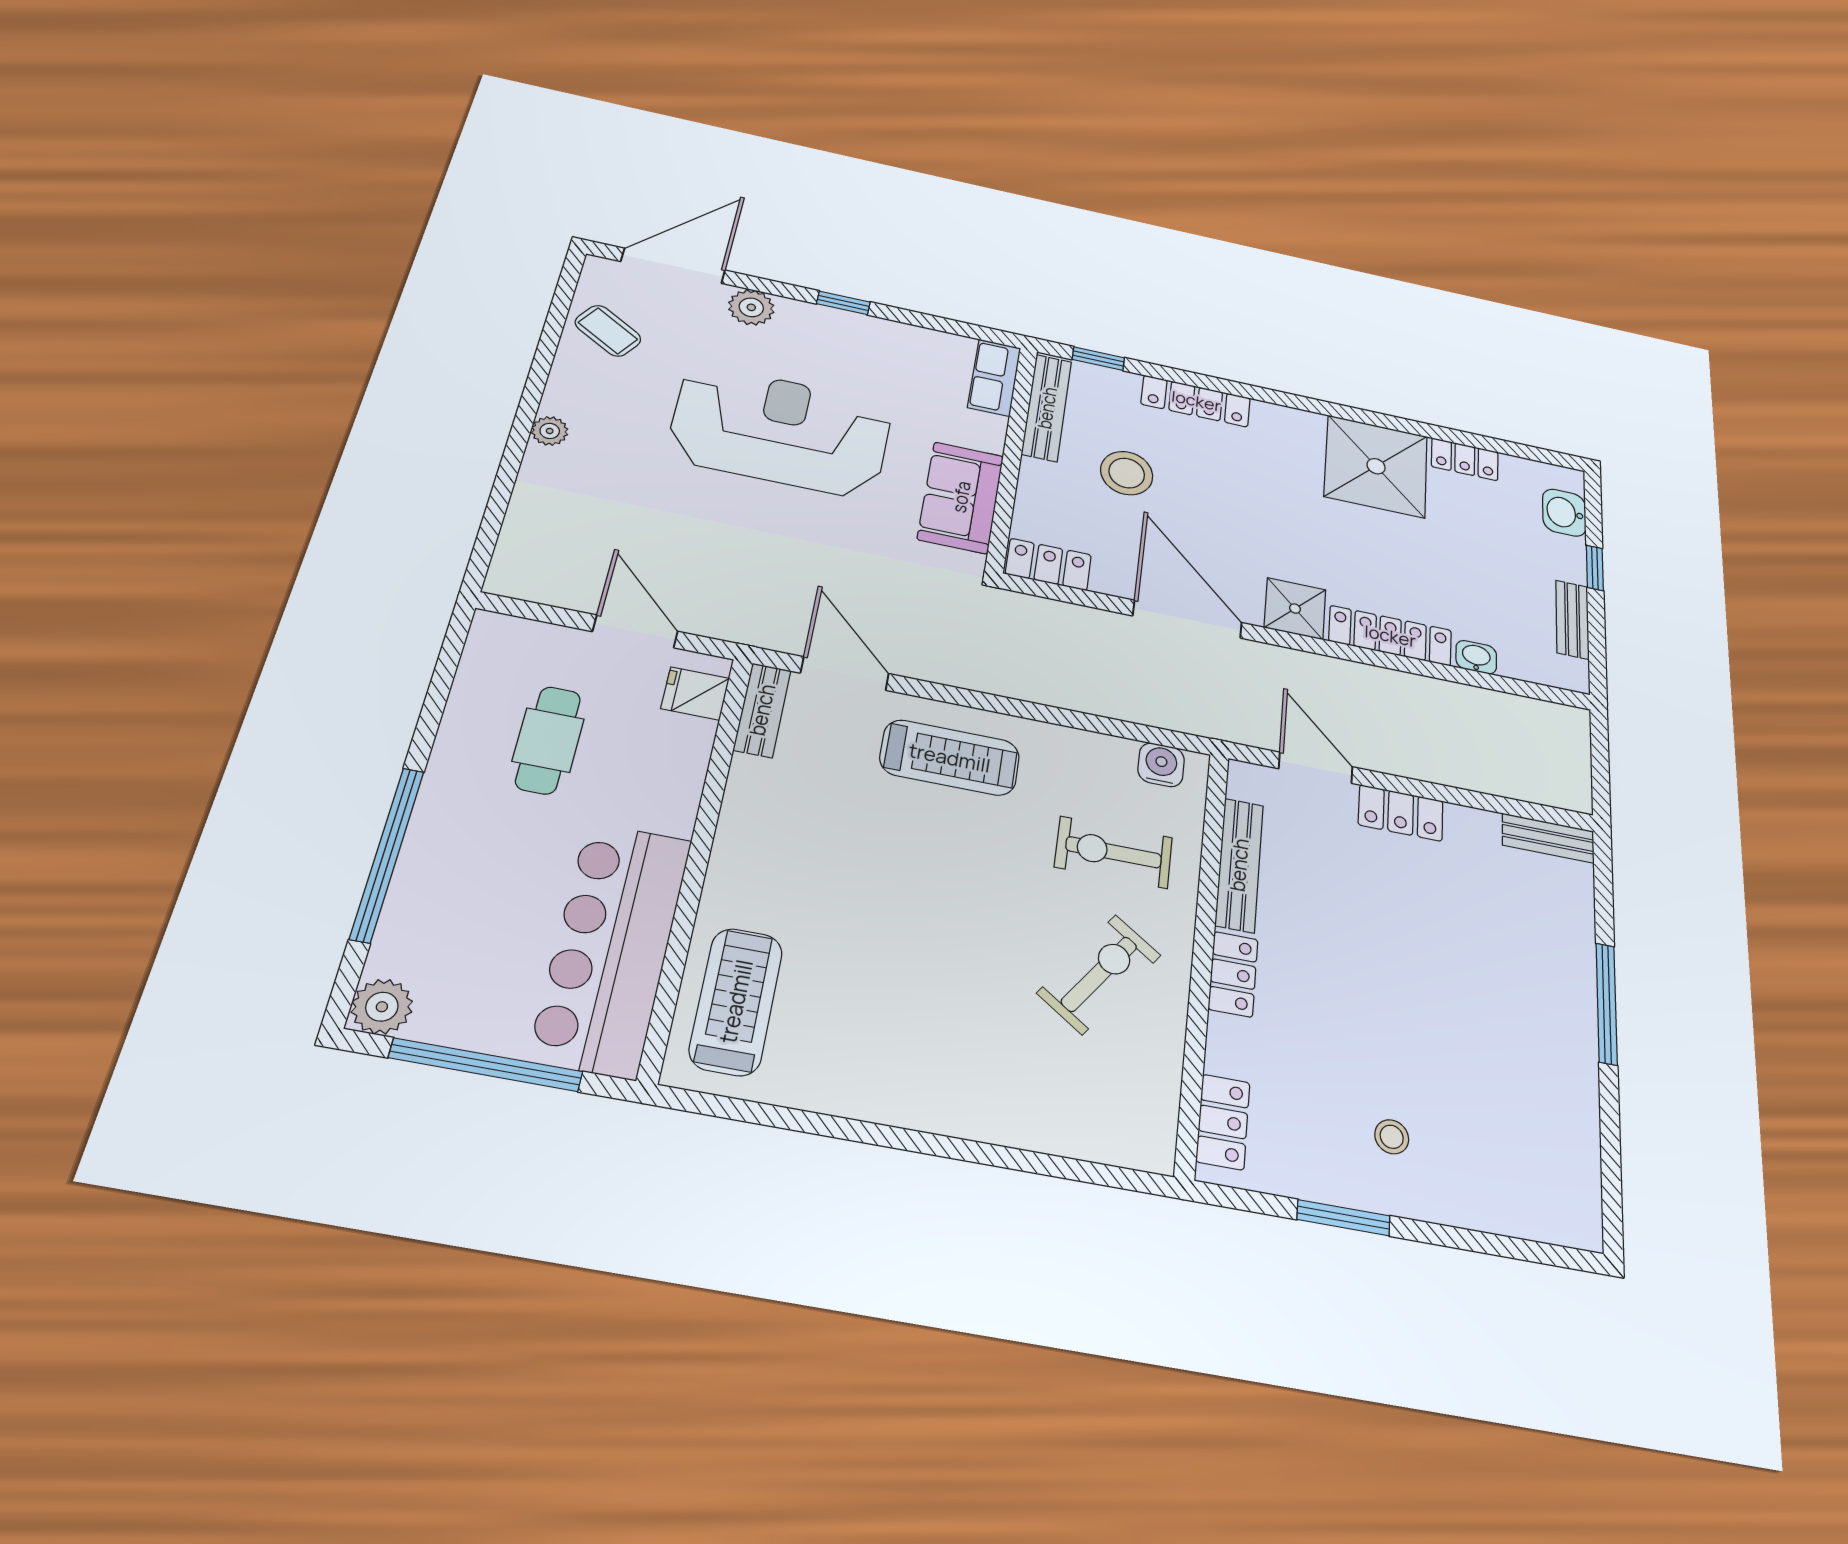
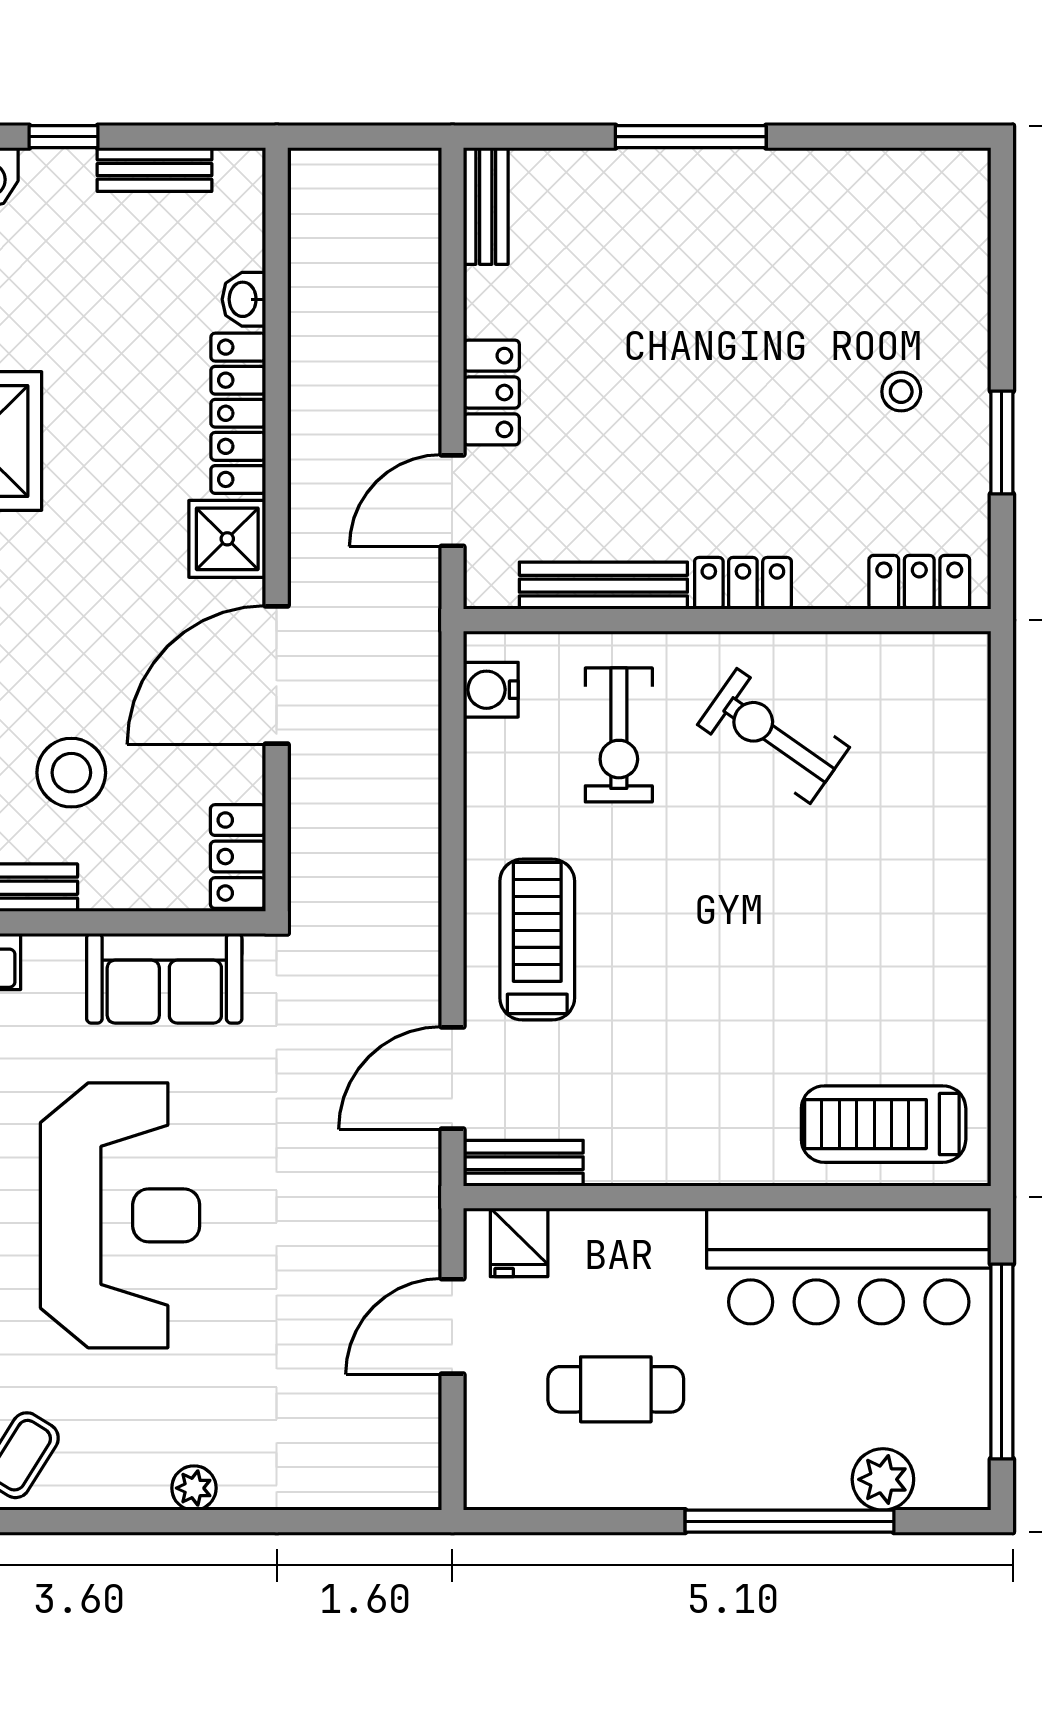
reception desk: (781, 431) -> (120, 1215), turned 180
plant: (382, 1007) -> (883, 1479), moved

